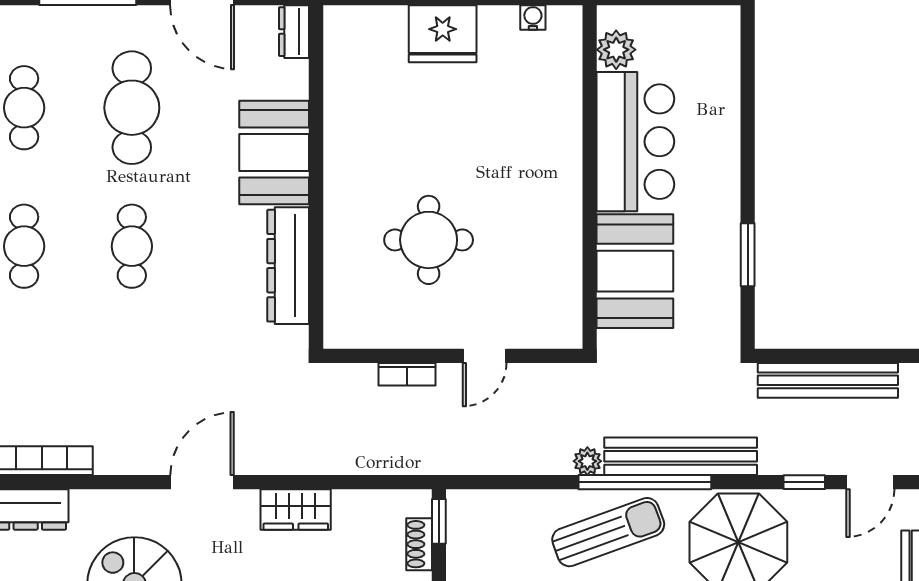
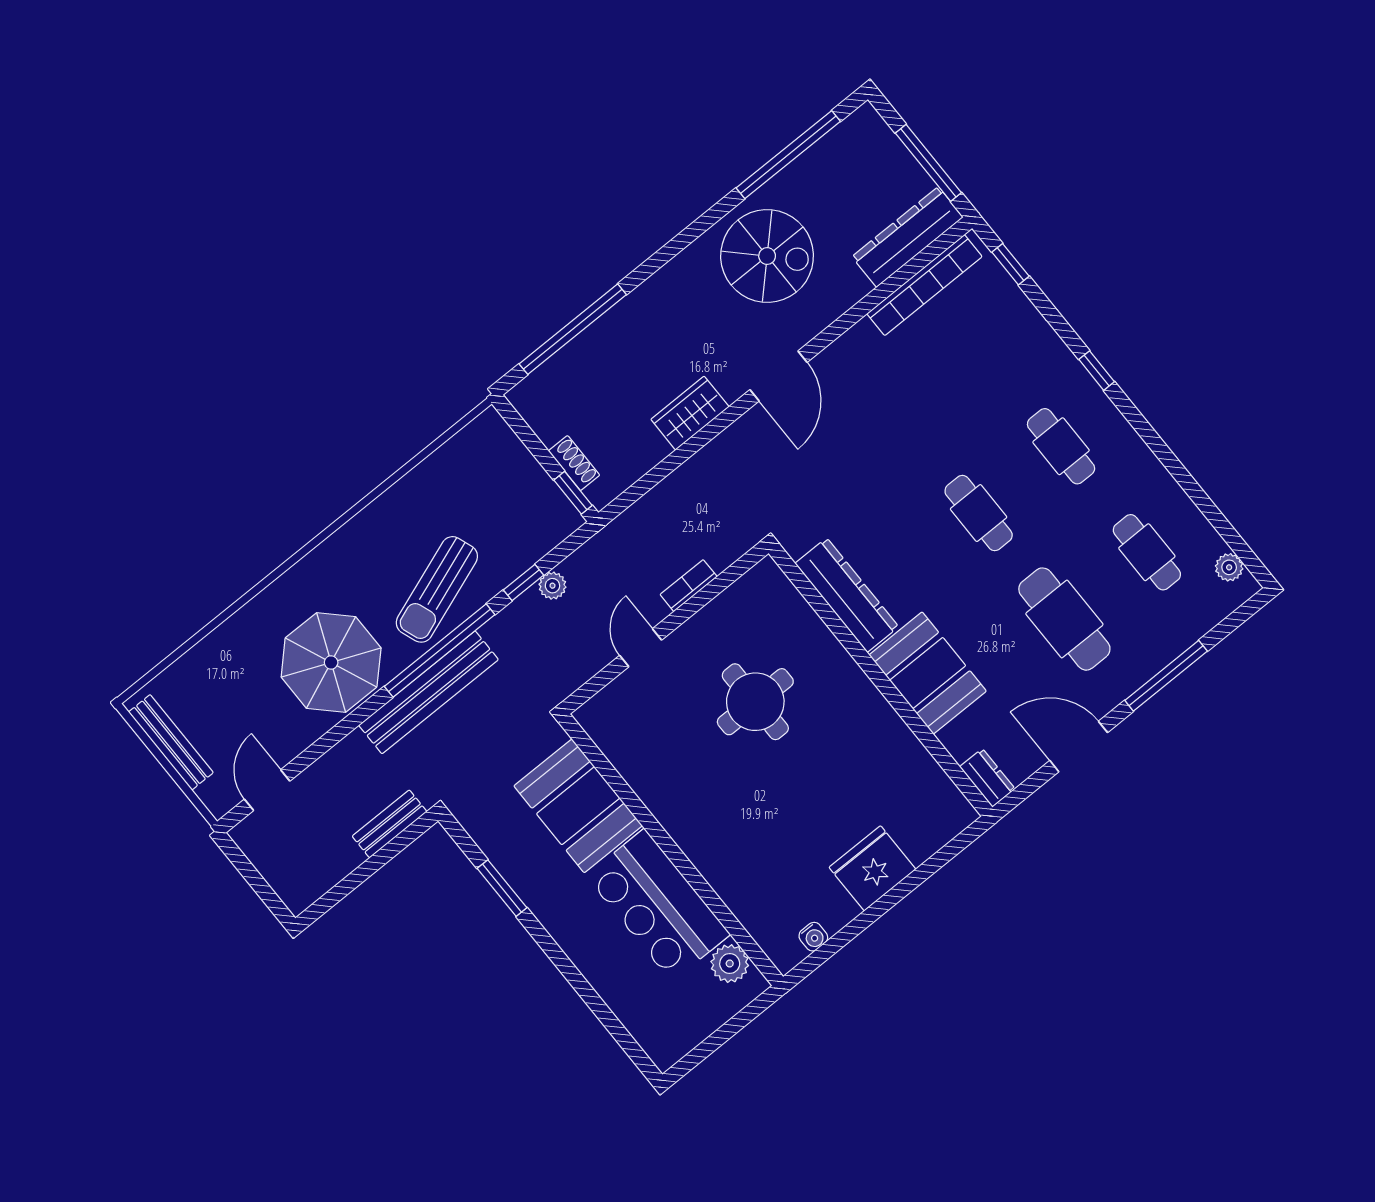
bench: (828, 380) -> (390, 824), width x0.54, depth x0.82
plant: (587, 461) -> (552, 586), moved
window: (804, 482) -> (523, 583), moved

